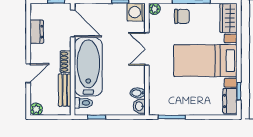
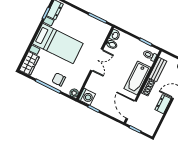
dresser: (37, 32) -> (163, 104), moved
double door: (147, 49) -> (97, 60), moved
bathtub: (88, 67) -> (137, 78), width x0.73, depth x0.73

